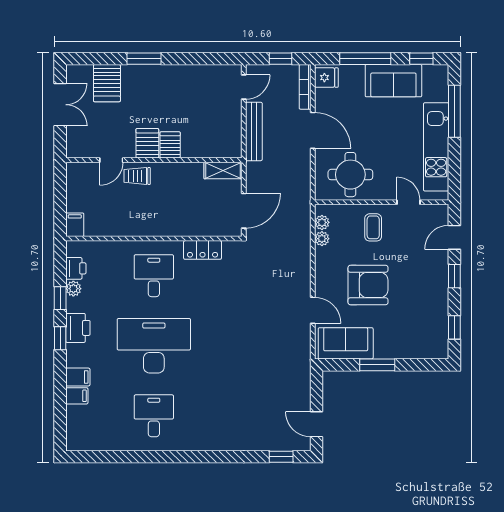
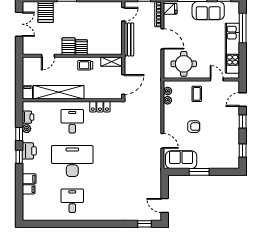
trolley: (137, 176) -> (85, 65), moved
shelving: (130, 225) -> (59, 92), added
armchair: (368, 285) -> (194, 127), width x0.53, depth x0.53

